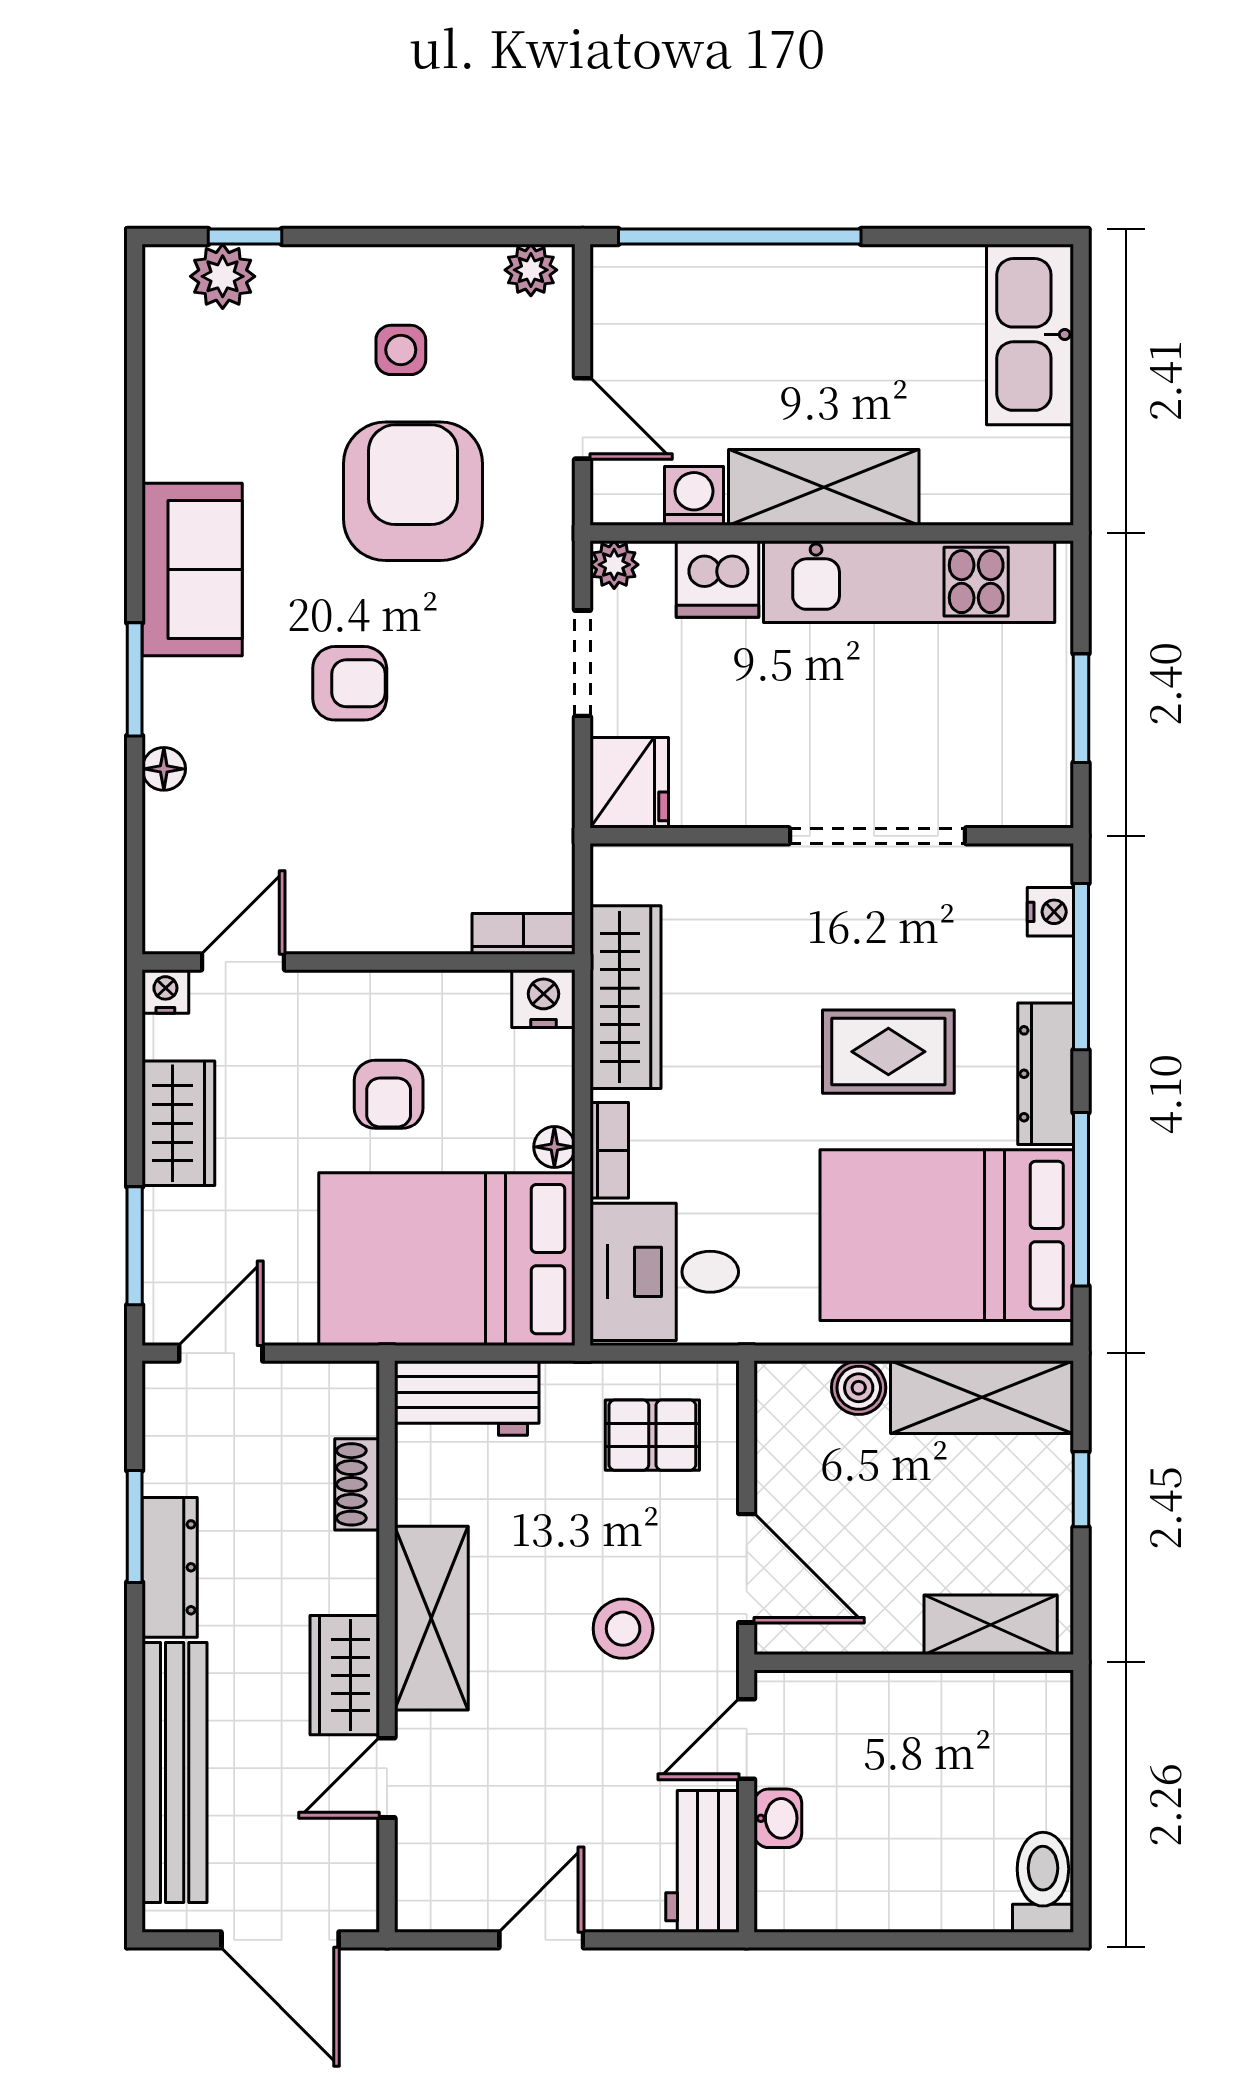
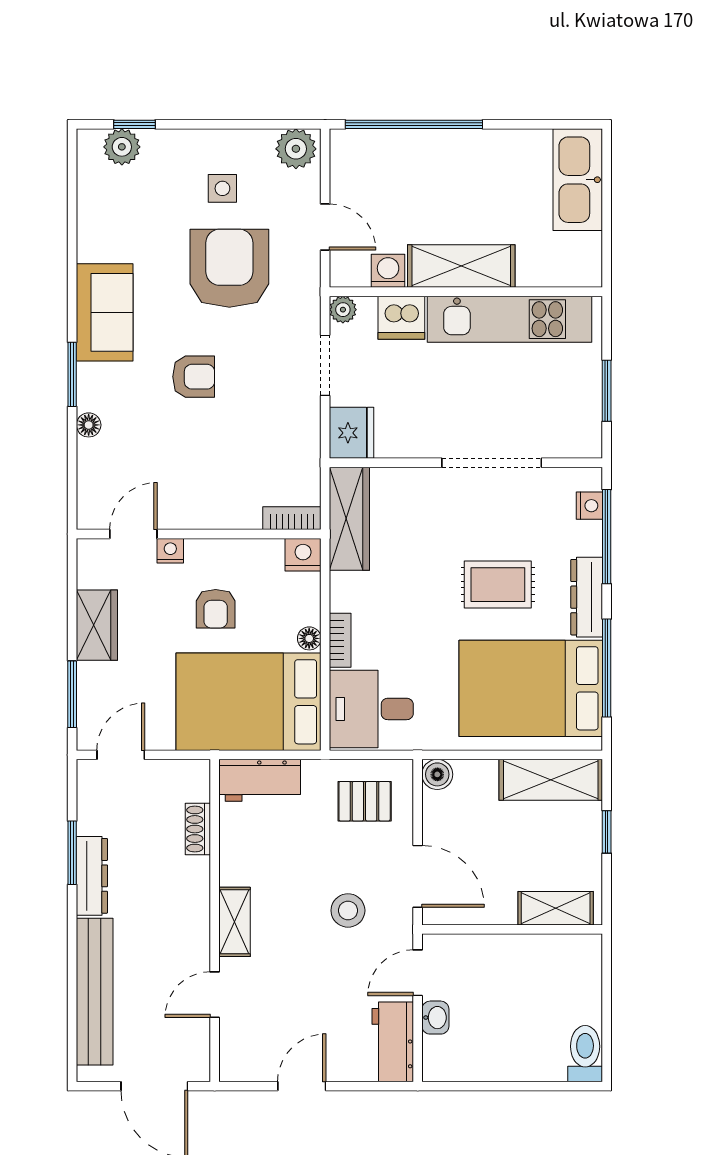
plant: (531, 270) -> (296, 149), width x1.38, depth x1.38
nightstand: (165, 991) -> (170, 551), moved
wardrobe: (625, 997) -> (349, 519), moved
boiler: (859, 1388) -> (437, 774), moved
shelving: (431, 1618) -> (235, 922), width x0.67, depth x0.75
wardrobe: (345, 1675) -> (191, 937), removed

